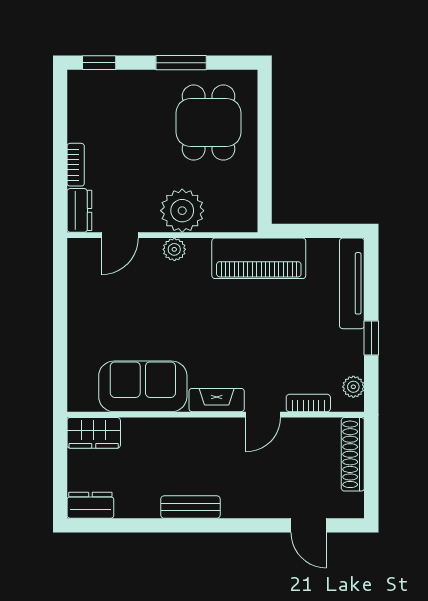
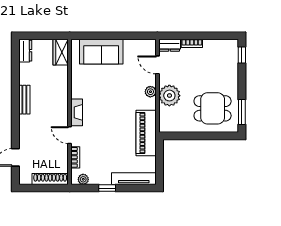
window: (181, 63) -> (242, 112), moved
sofa: (143, 386) -> (101, 52), moved, turned 90

